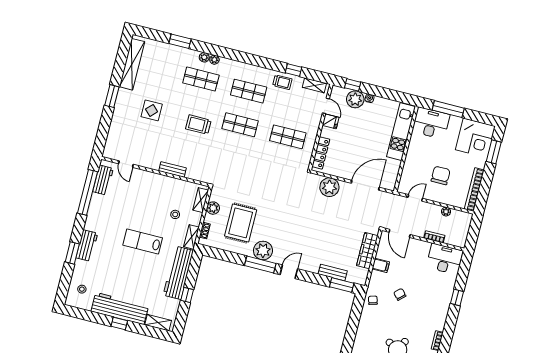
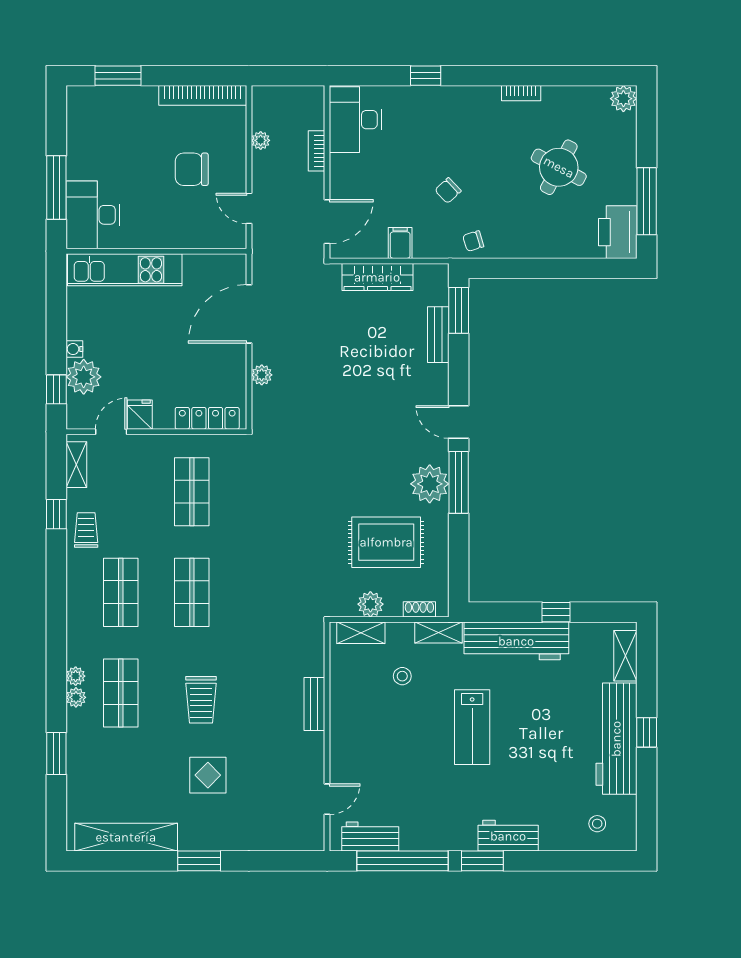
trolley: (198, 125) -> (201, 700), moved
corner desk: (475, 138) -> (100, 119), removed
door: (365, 185) -> (249, 314), hinge flipped
plant: (329, 187) -> (262, 375), width x0.53, depth x0.53
window: (72, 253) -> (482, 861), moved

